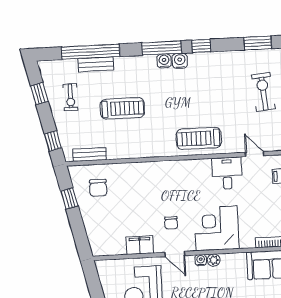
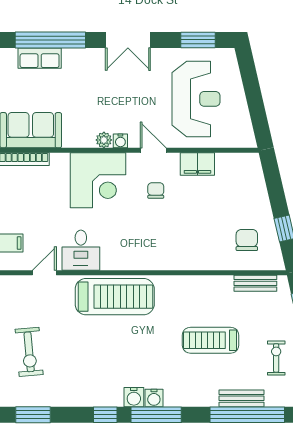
treadmill: (199, 138) -> (115, 297), width x1.37, depth x1.38
door: (255, 154) -> (44, 273), swing flipped

